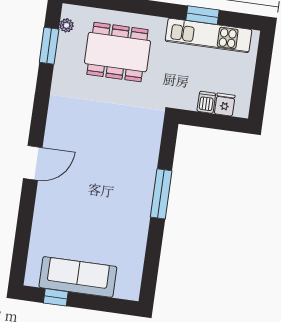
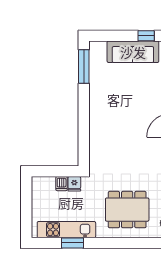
fridge: (225, 105) -> (74, 184), moved
window: (161, 194) -> (84, 66), moved

